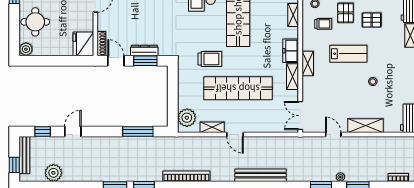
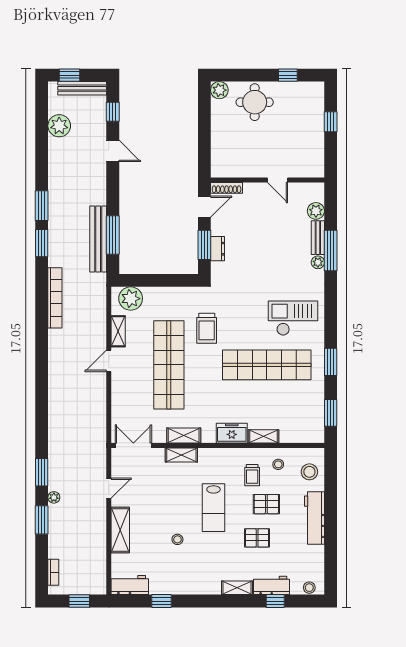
pallet: (372, 20) -> (257, 538), turned 90
fridge: (83, 44) -> (226, 165), removed
dresser: (144, 51) -> (218, 249), width x0.70
freezer: (291, 51) -> (232, 433), moved
shelving: (308, 63) -> (181, 455), moved
bench: (261, 175) -> (98, 239), moved

